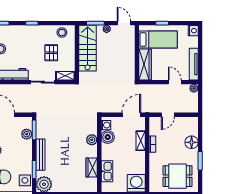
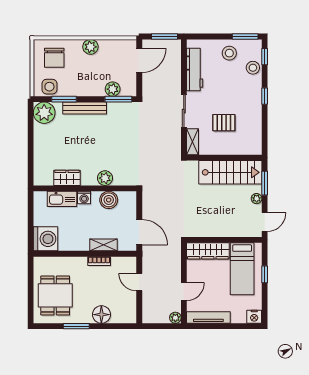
stool: (62, 33) -> (253, 68), moved
washing machine: (106, 125) -> (84, 197), moved

